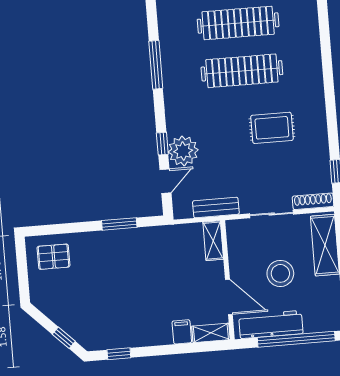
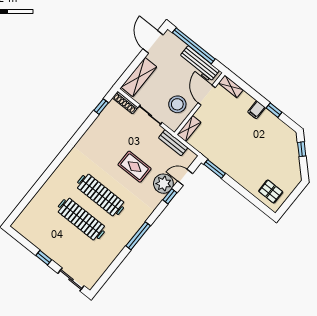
rug: (272, 128) -> (135, 167), moved
window: (119, 224) -> (215, 169), moved
stool: (280, 273) -> (177, 104), moved
filing cabinet: (182, 332) -> (257, 110), moved
window: (119, 354) -> (274, 110), moved

